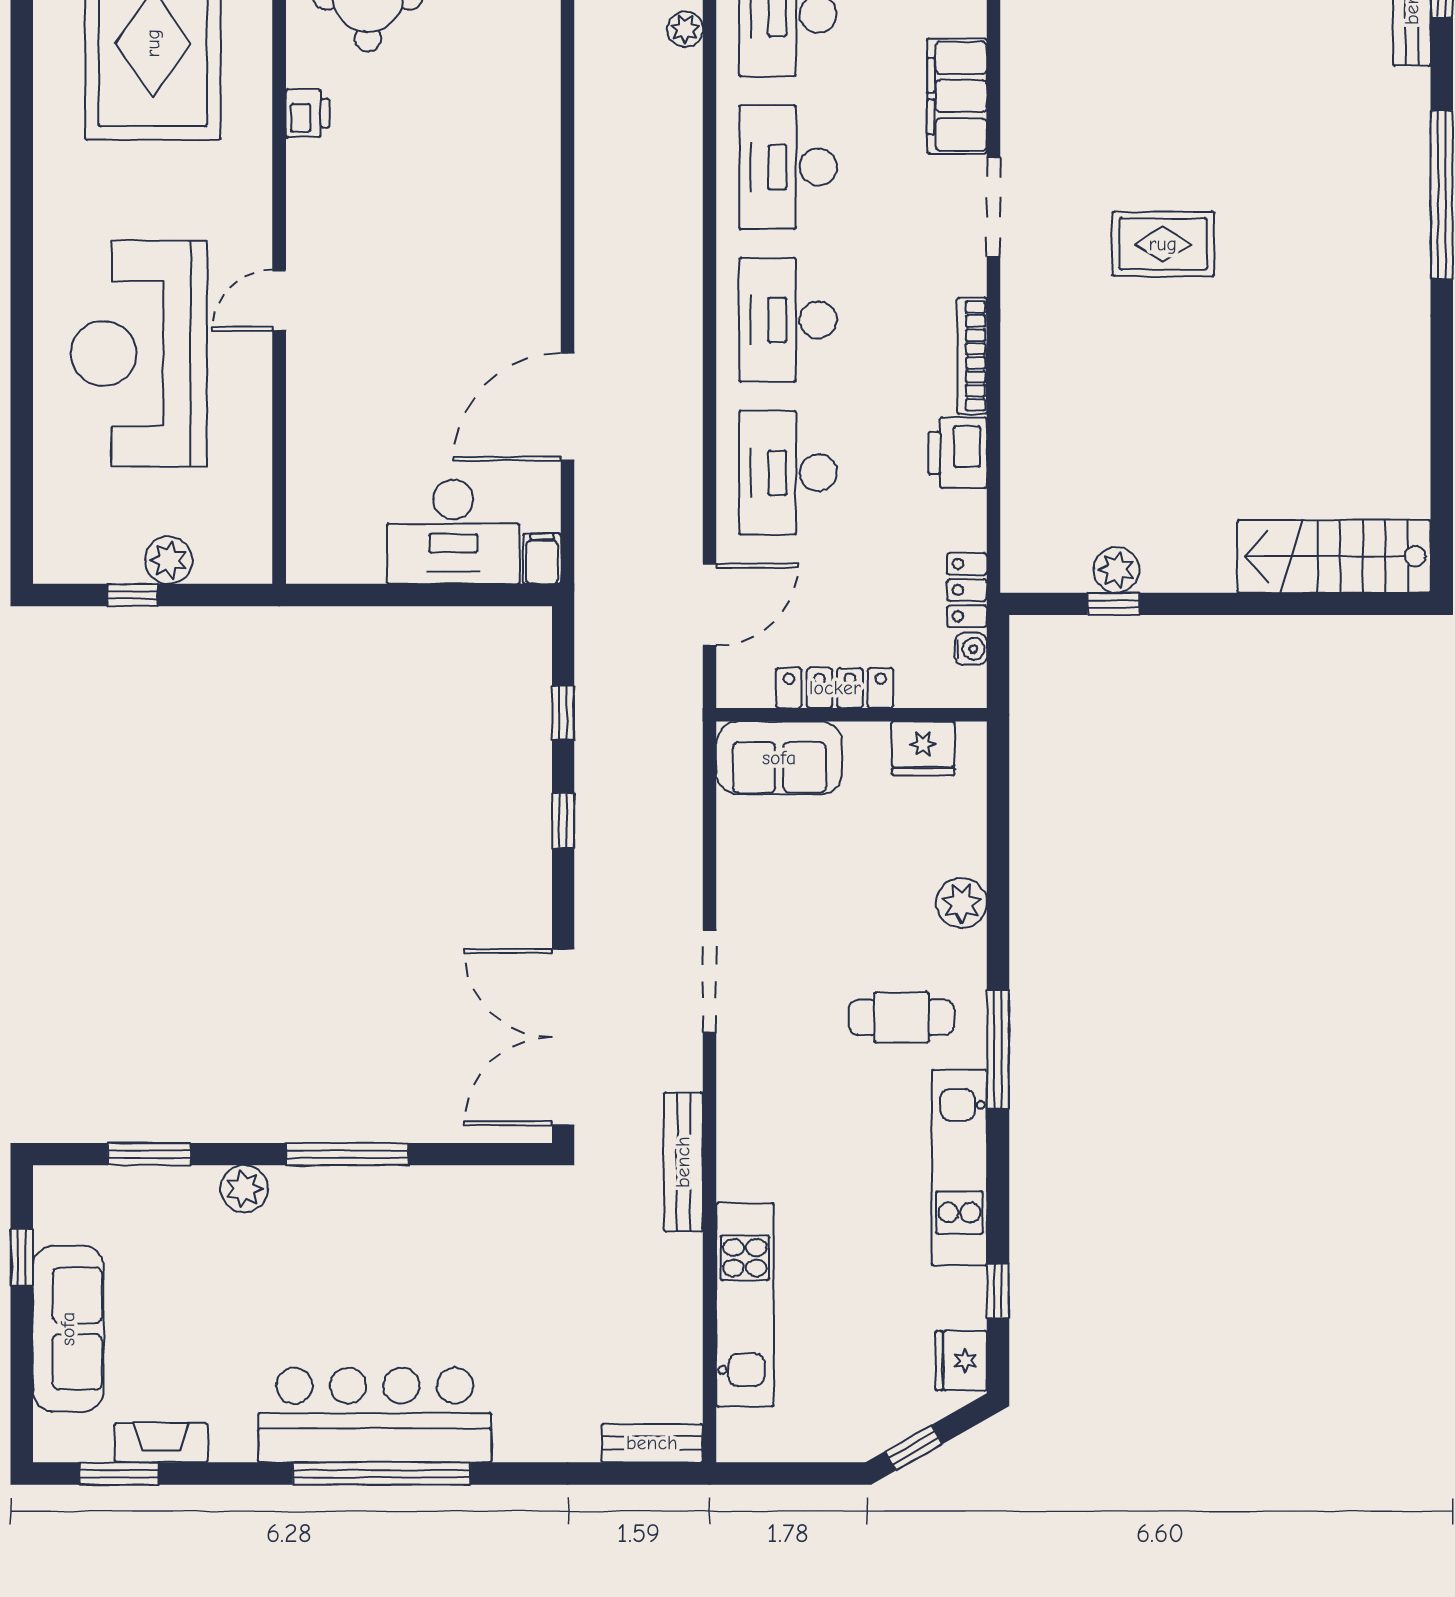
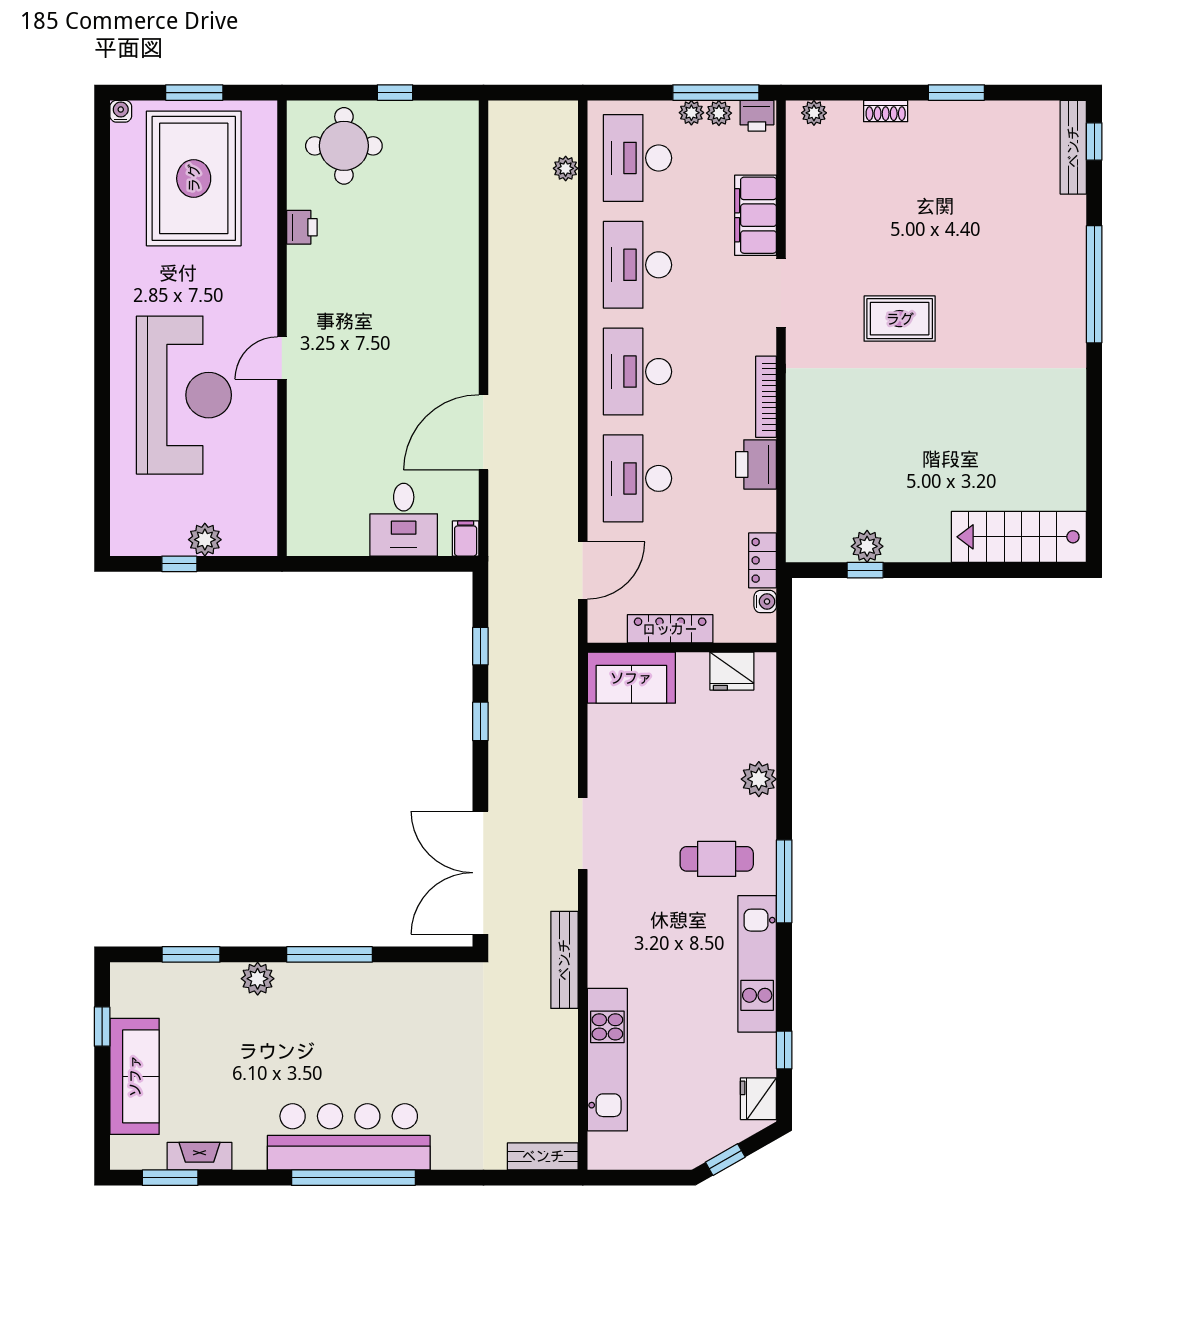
reception desk: (139, 353) -> (184, 395), turned 180
desk: (453, 532) -> (404, 520), width x0.73

